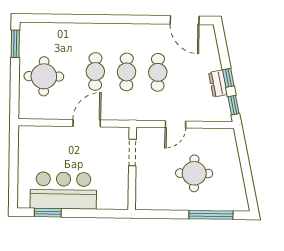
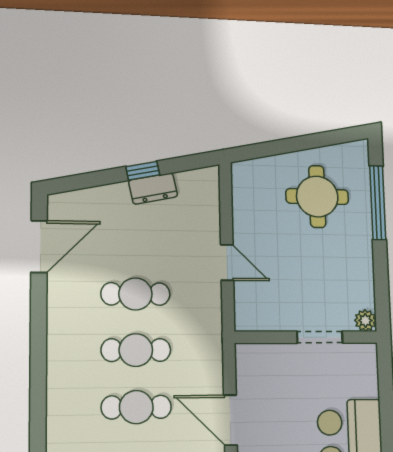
window: (234, 105) -> (190, 162), removed
doorway: (132, 153) -> (320, 337), moved
round table: (194, 173) -> (317, 197), moved
plant: (141, 203) -> (365, 320), added

